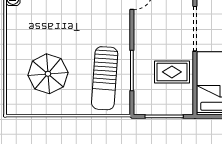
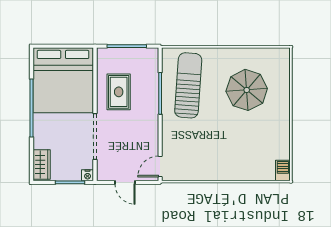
rug: (172, 72) -> (119, 92), turned 90

